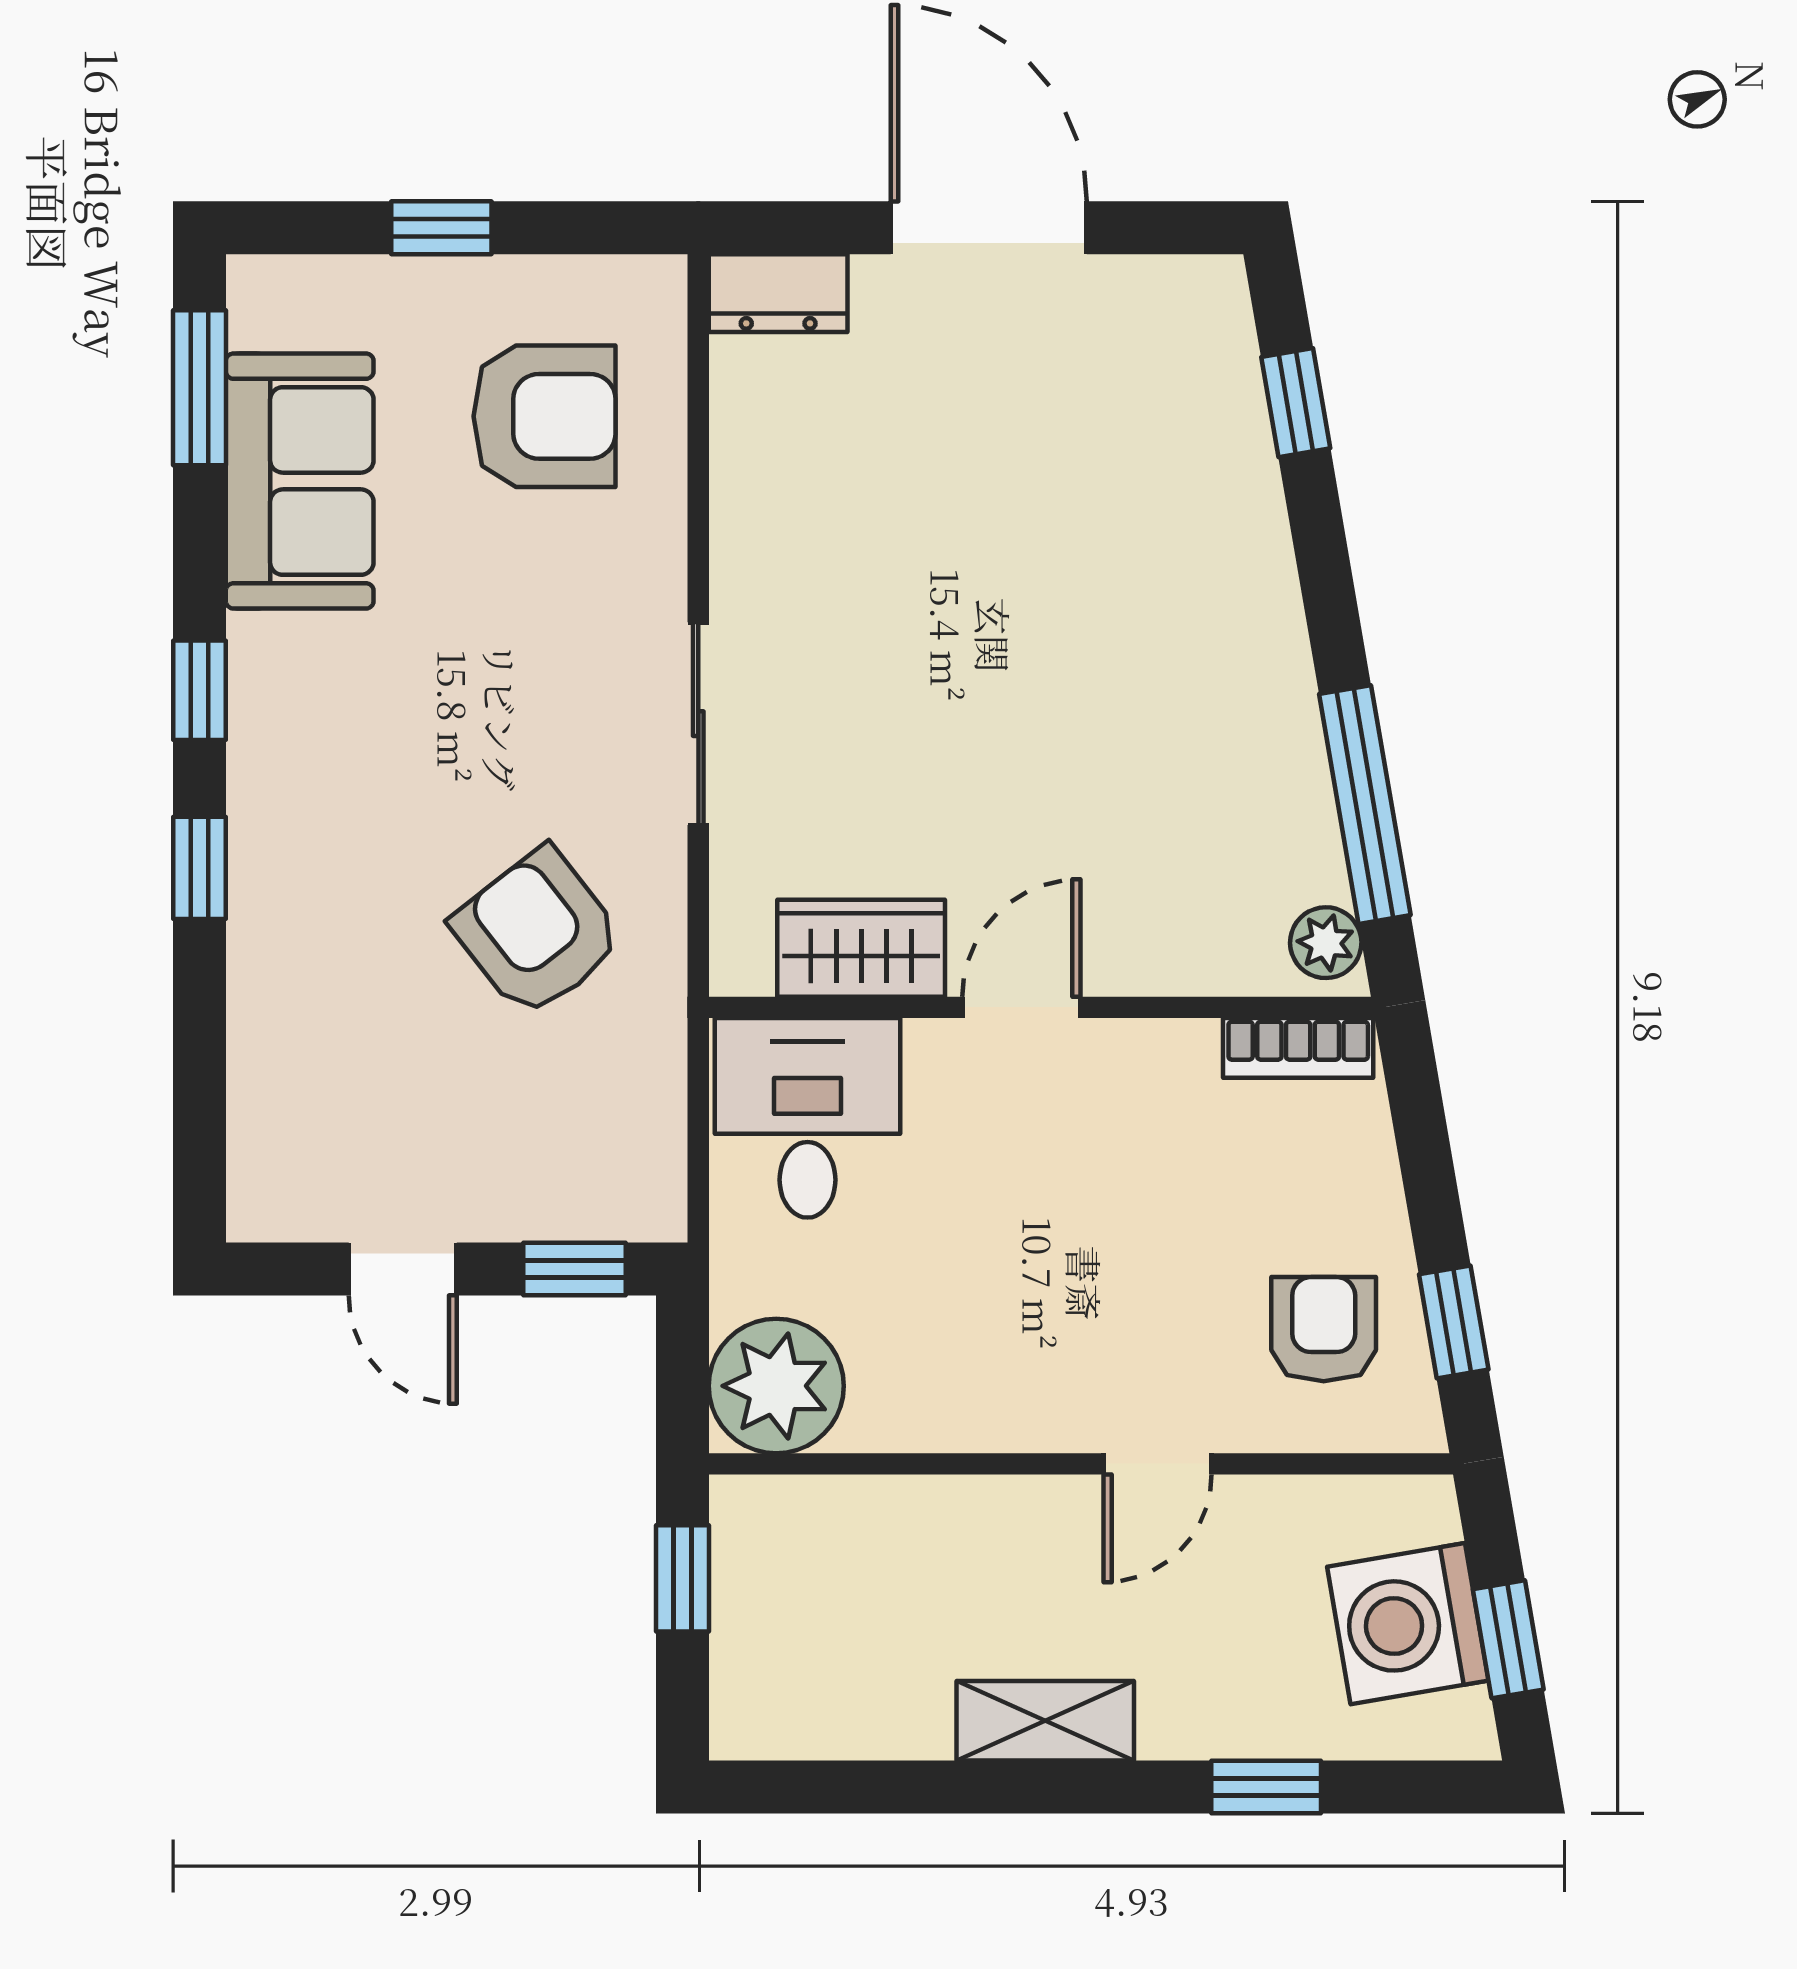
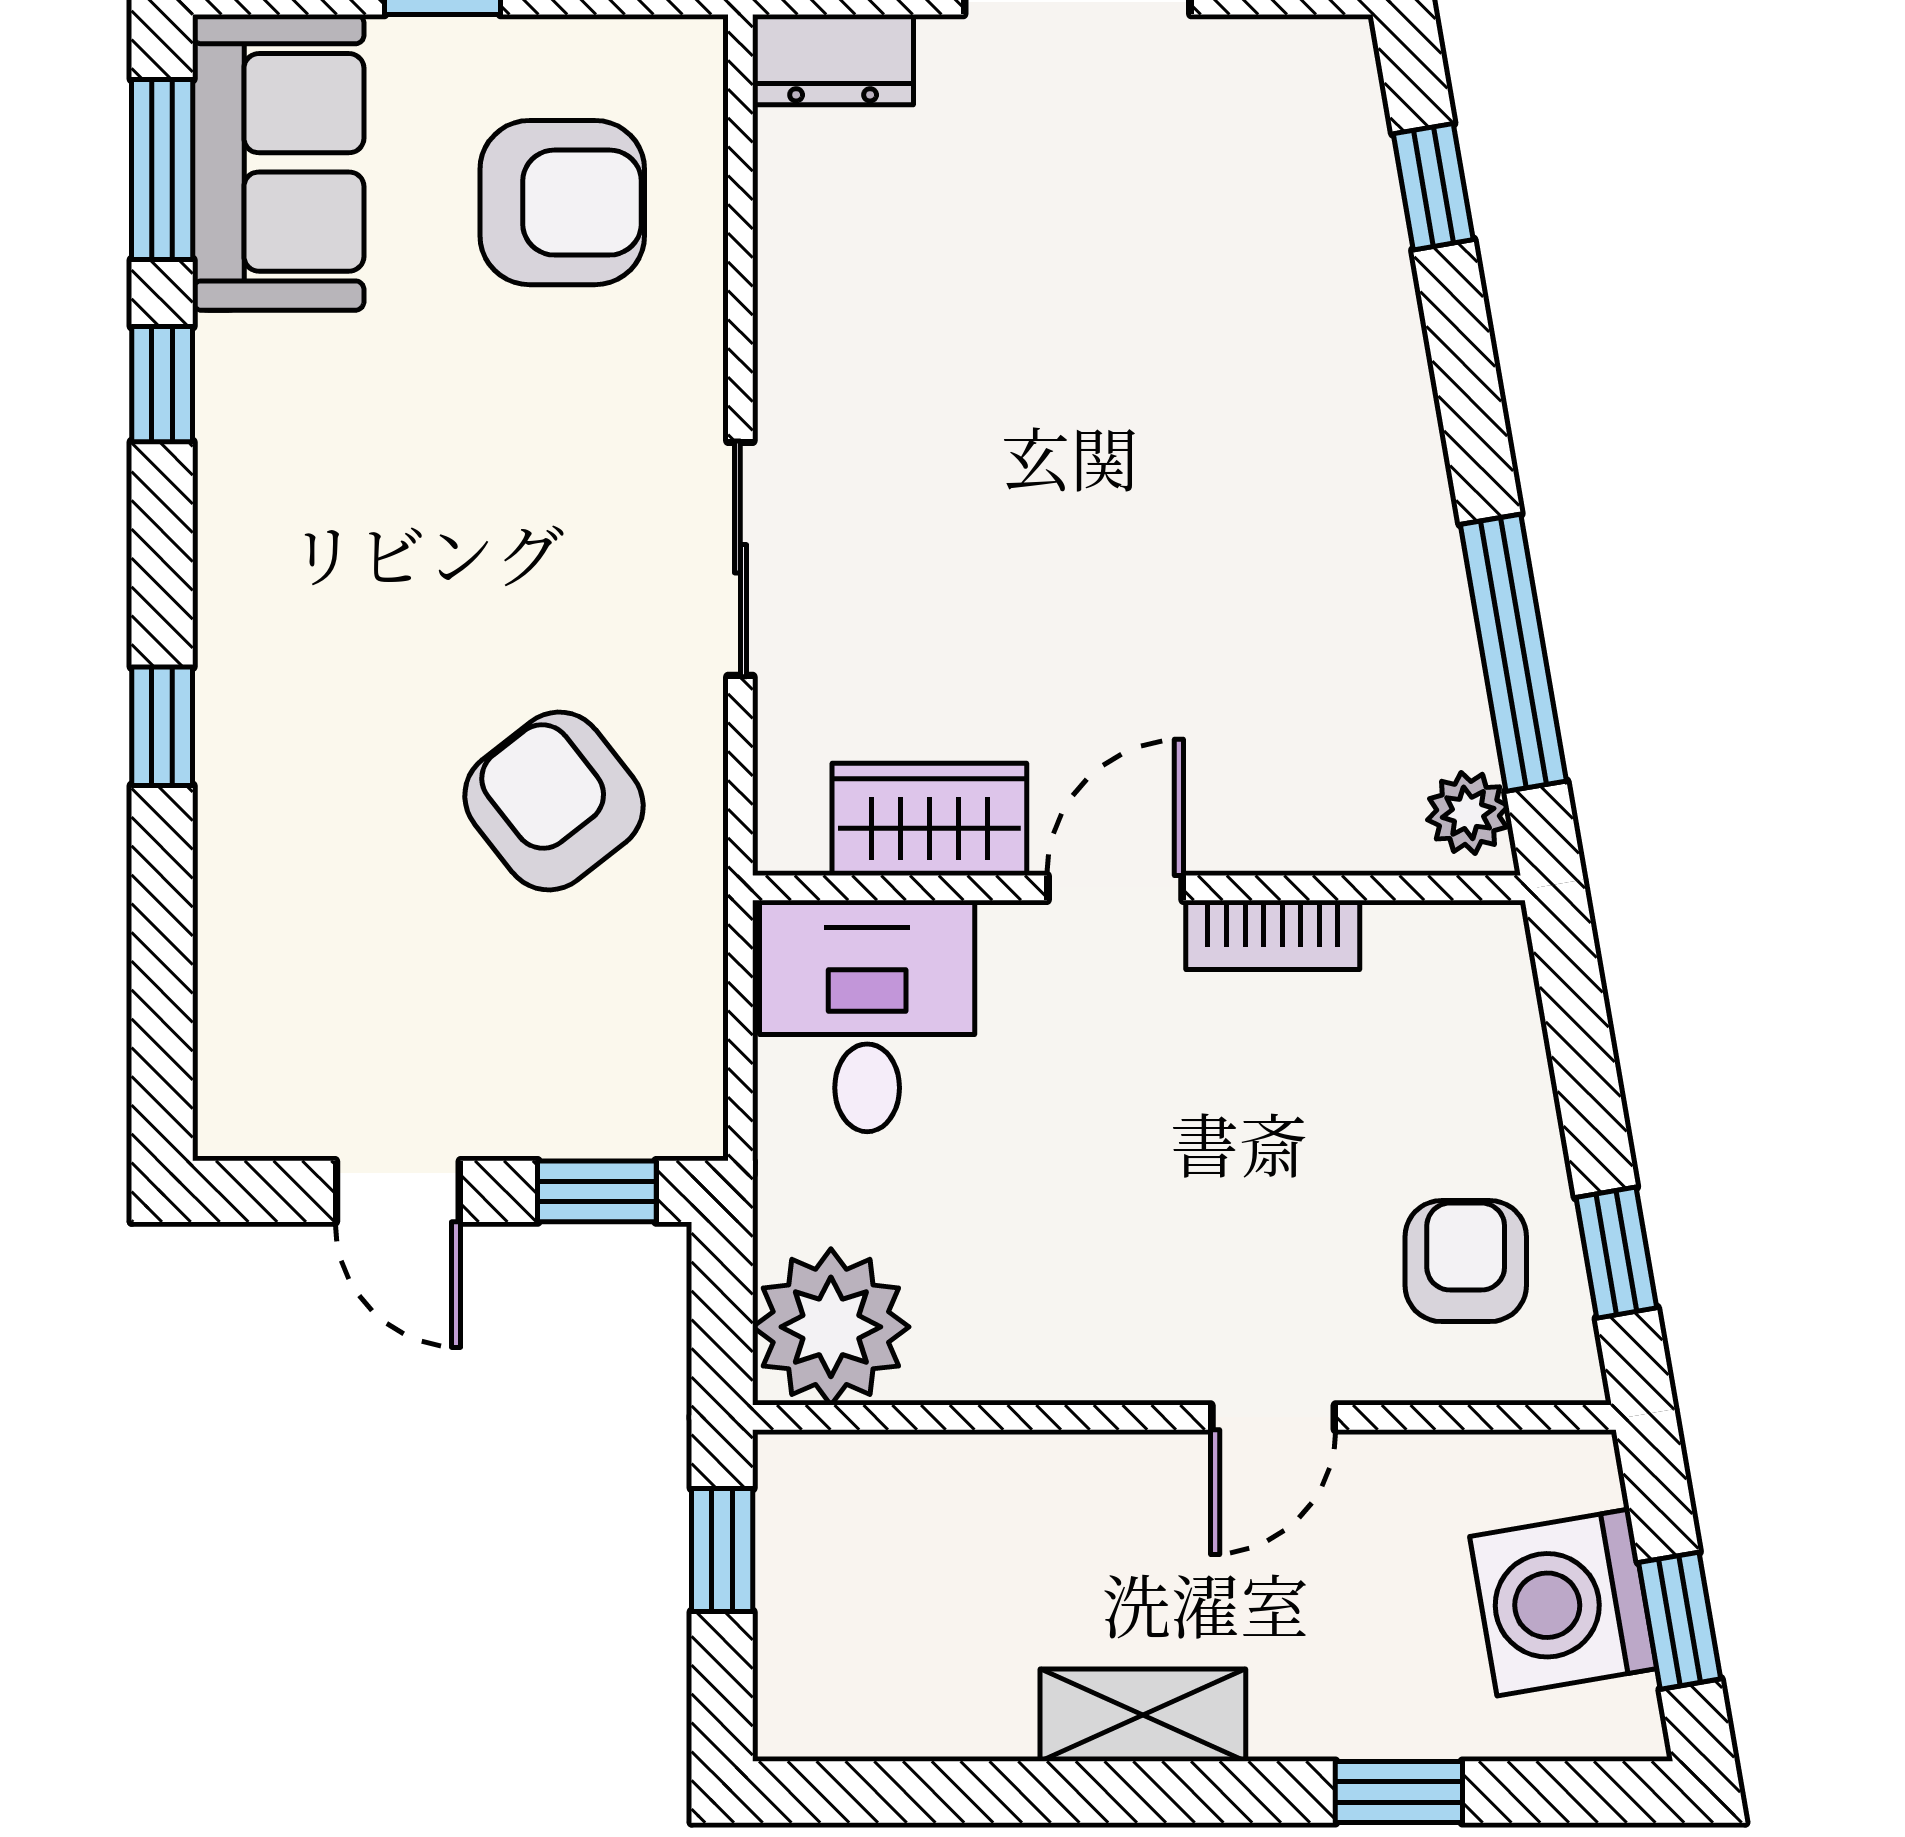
sofa: (300, 481) -> (278, 162), moved
window: (200, 690) -> (162, 384), moved
bookcase: (1298, 1048) -> (1273, 935), moved

